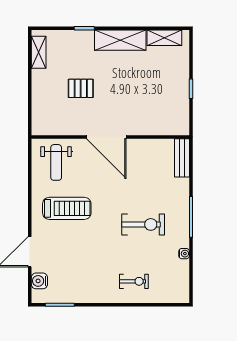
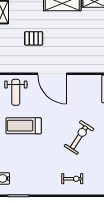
treadmill: (67, 208) -> (24, 126), turned 180
exercise bike: (143, 224) -> (79, 137), turned -57

